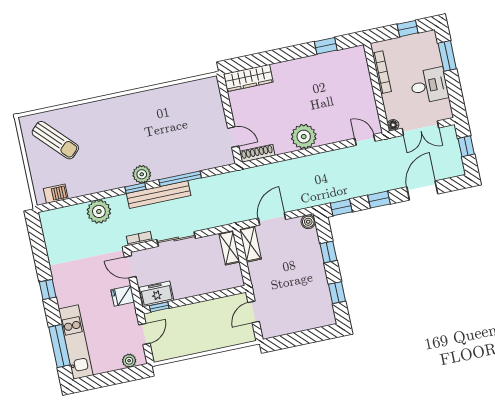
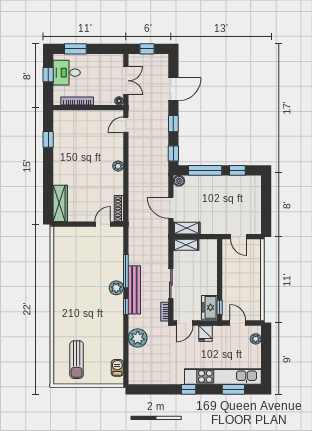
desk: (429, 86) -> (67, 73), moved, turned -90
plant: (304, 137) -> (118, 166), width x0.53, depth x0.53
sun lounger: (55, 140) -> (77, 360), turned 134
plant: (142, 174) -> (116, 288), moved
door: (422, 190) -> (173, 89), swing flipped
window: (328, 252) -> (205, 170), width x2.17
kitchen unit: (76, 342) -> (223, 376), width x1.36
window: (60, 346) -> (233, 389), width x0.69

